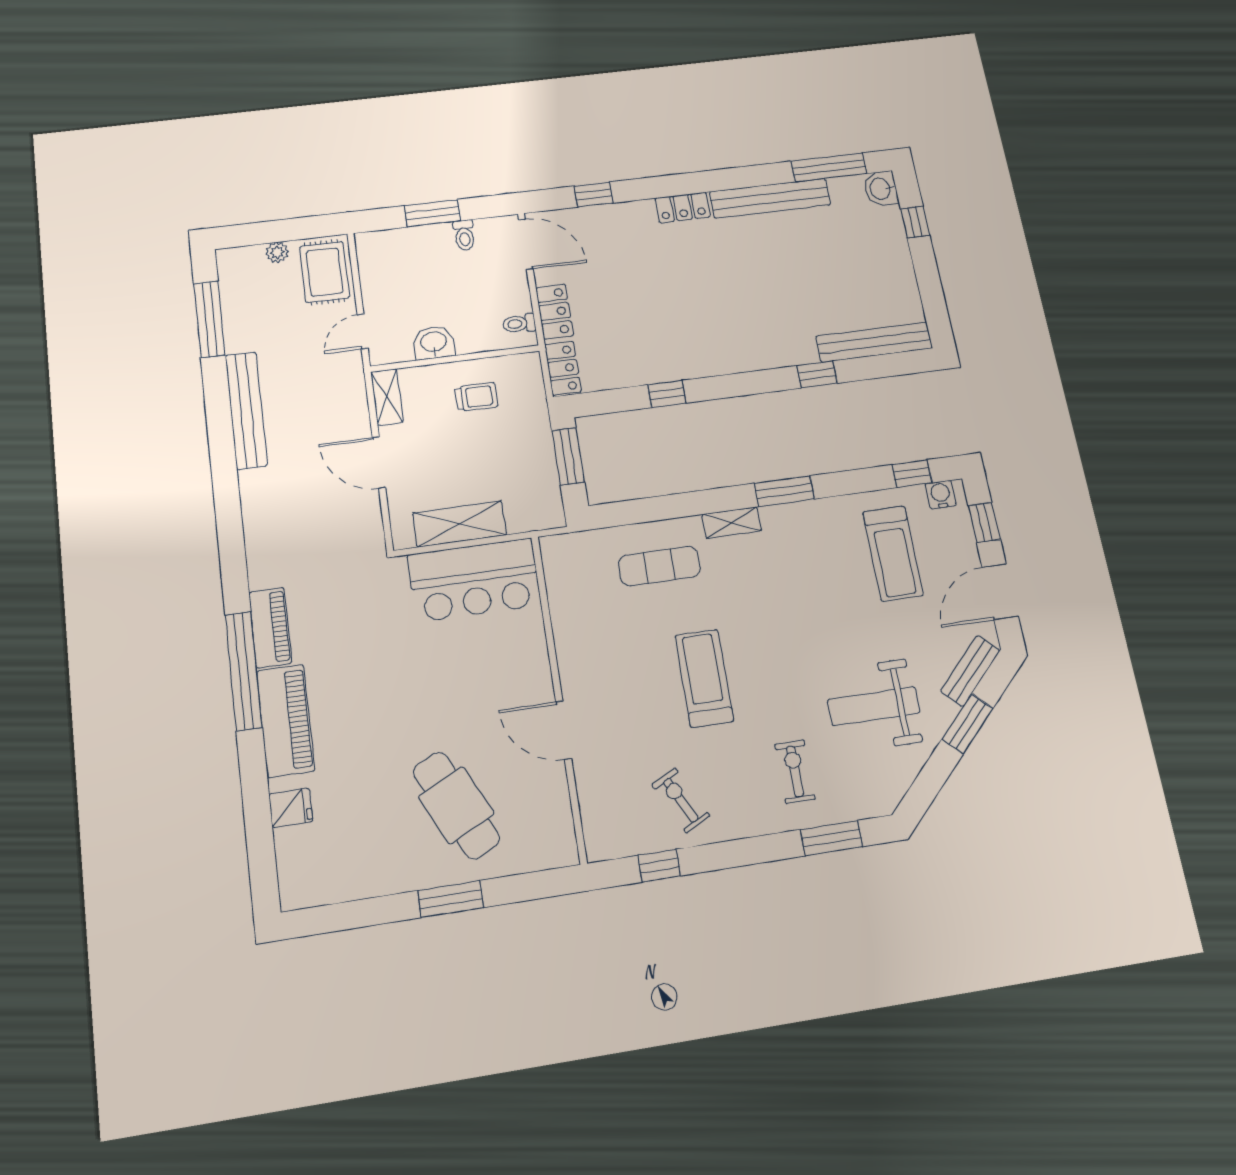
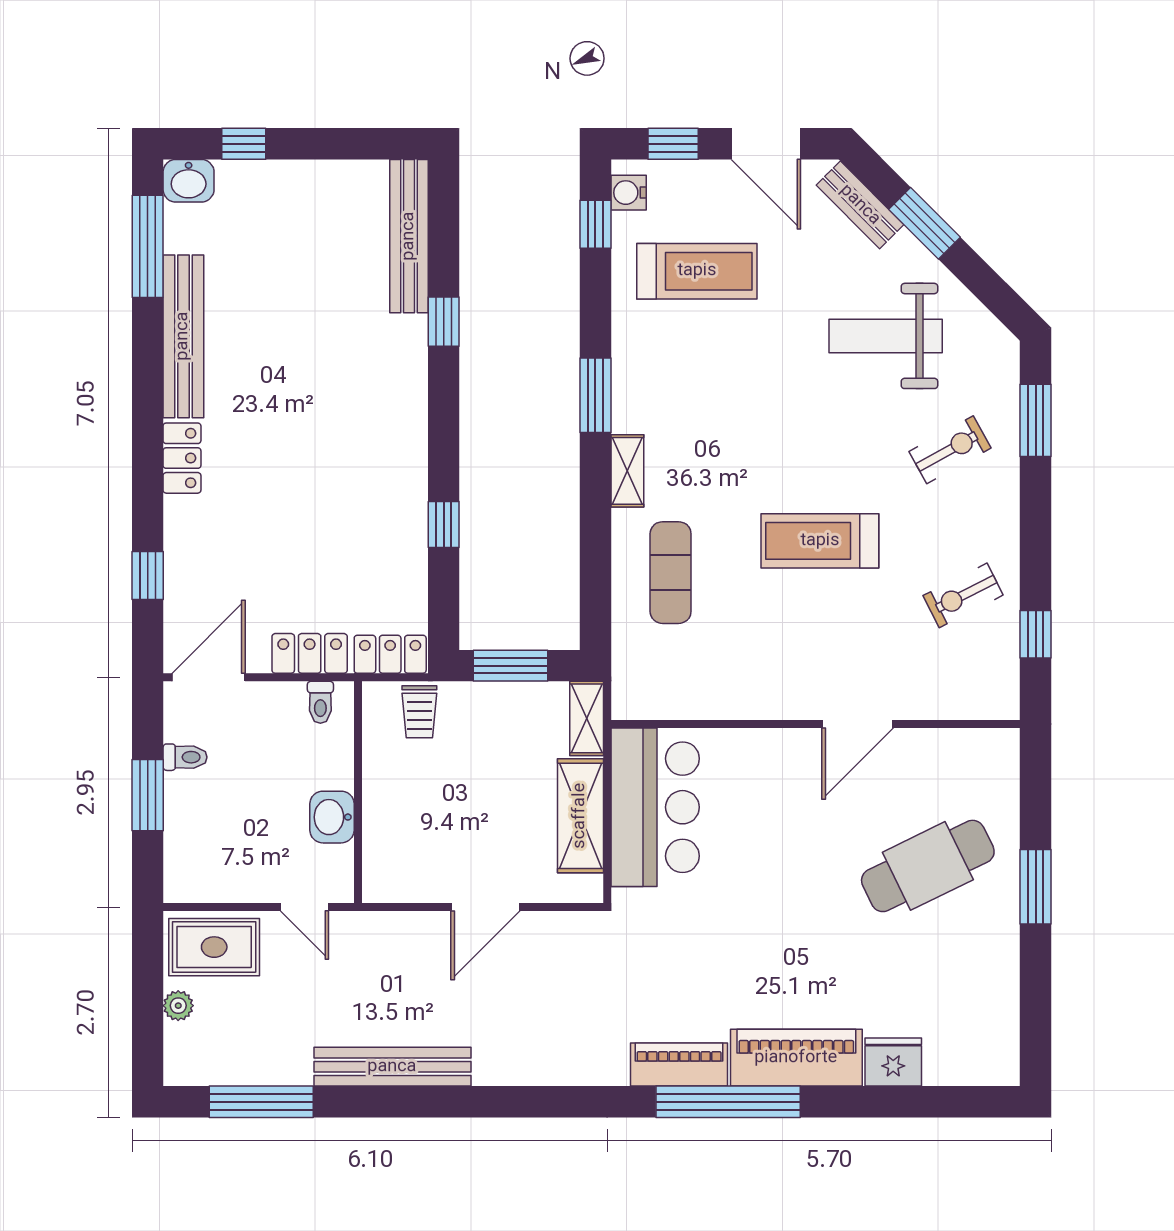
shelving: (387, 397) -> (587, 718), moved, turned 90
trolley: (476, 397) -> (419, 712), moved, turned 180
weight bench: (874, 706) -> (886, 336), turned 90
exercise bike: (795, 772) -> (950, 450), turned 151
fridge: (291, 808) -> (893, 1062), width x1.38

